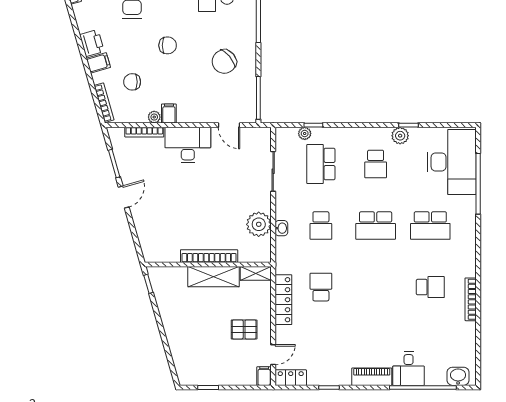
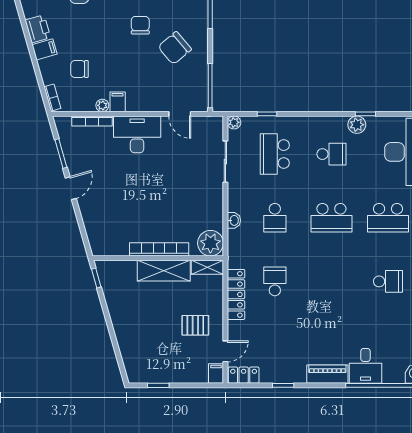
chair: (168, 45) -> (140, 25), moved, turned -90
bookcase: (104, 103) -> (52, 98), width x0.64
plant: (305, 133) -> (234, 122), moved
school desk: (376, 164) -> (331, 154), turned -90
plant: (259, 224) -> (210, 243), moved

